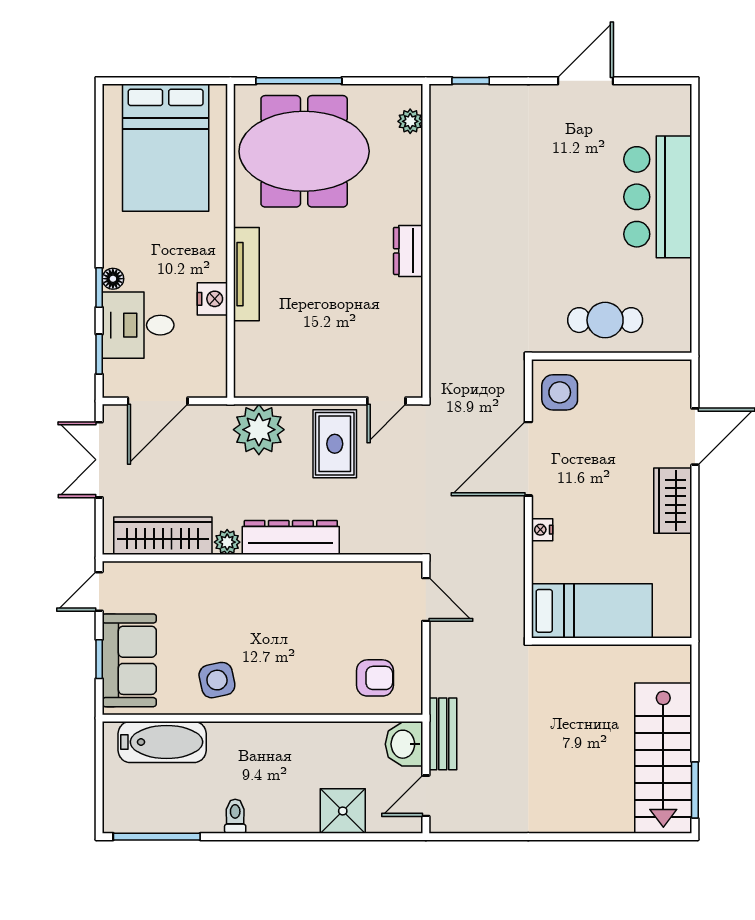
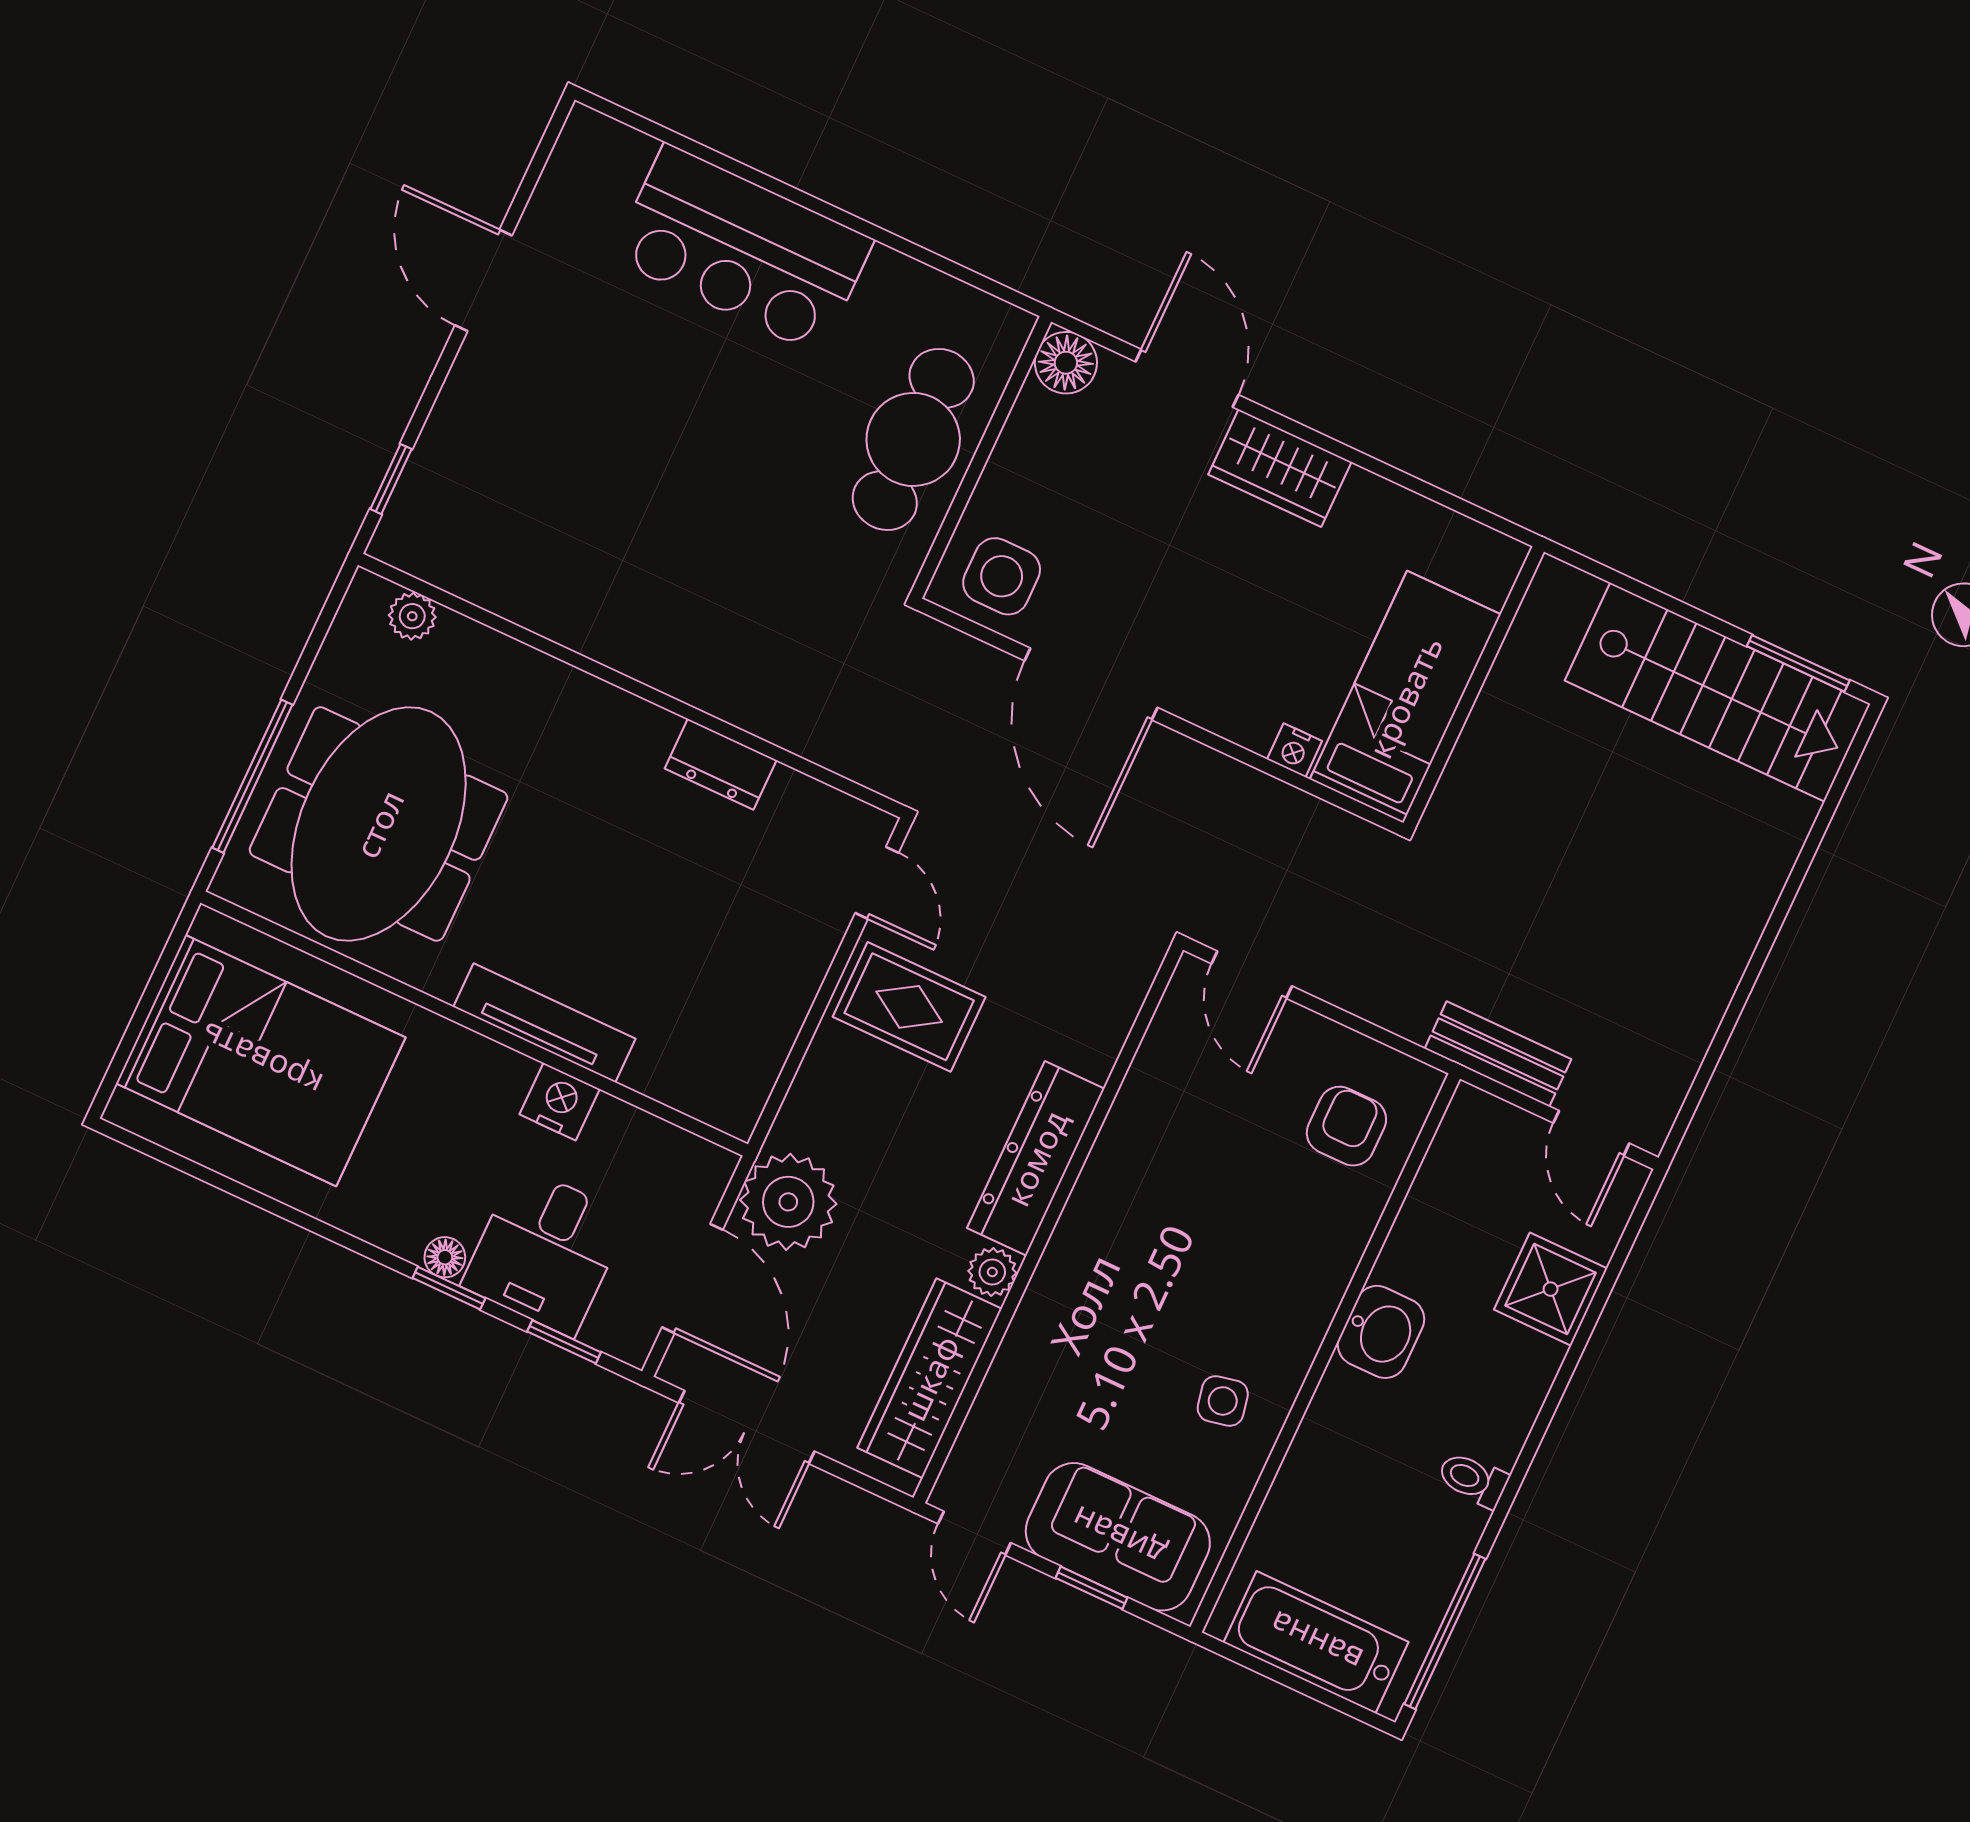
dresser: (408, 251) -> (721, 764), moved
cafe table: (605, 320) -> (913, 439), width x1.37, depth x1.35
floor lamp: (675, 376) -> (1066, 363), added
plant: (259, 430) -> (788, 1202), moved
nightstand: (542, 530) -> (1294, 750), moved
door: (426, 599) -> (1252, 975), swing flipped
side table: (217, 680) -> (1223, 1401), width x0.73, depth x0.73
bathtub: (162, 742) -> (1316, 1642), moved, turned -90
washbasin: (404, 744) -> (1381, 1332), moved, turned -90

